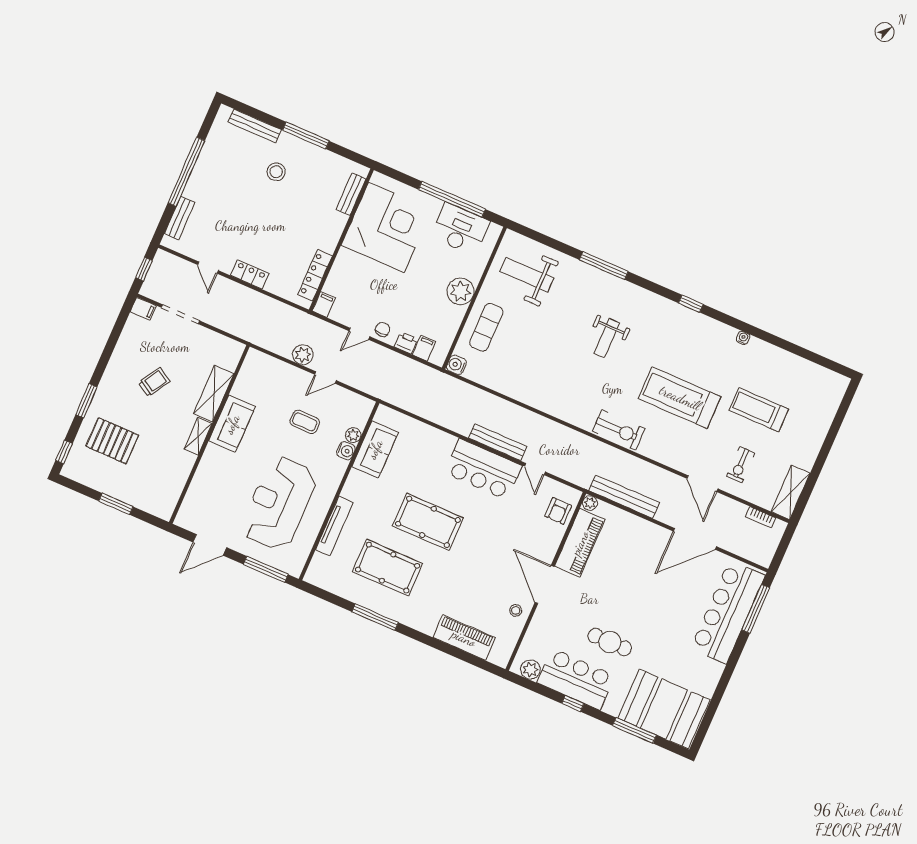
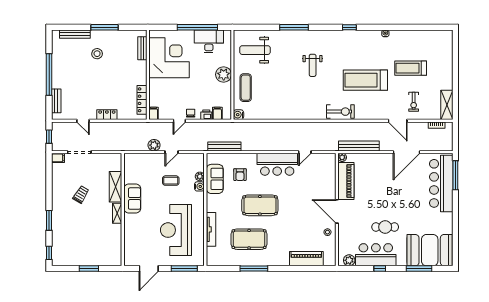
pallet: (112, 441) -> (72, 236), removed
bench: (498, 442) -> (224, 146), moved
door: (535, 469) -> (305, 152), hinge flipped
armchair: (558, 511) -> (240, 175), moved

